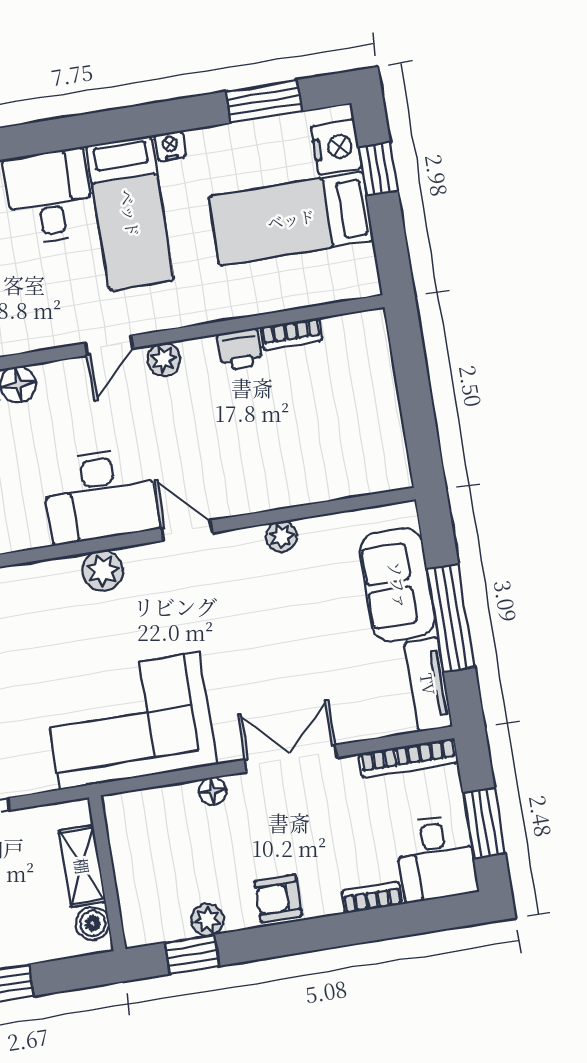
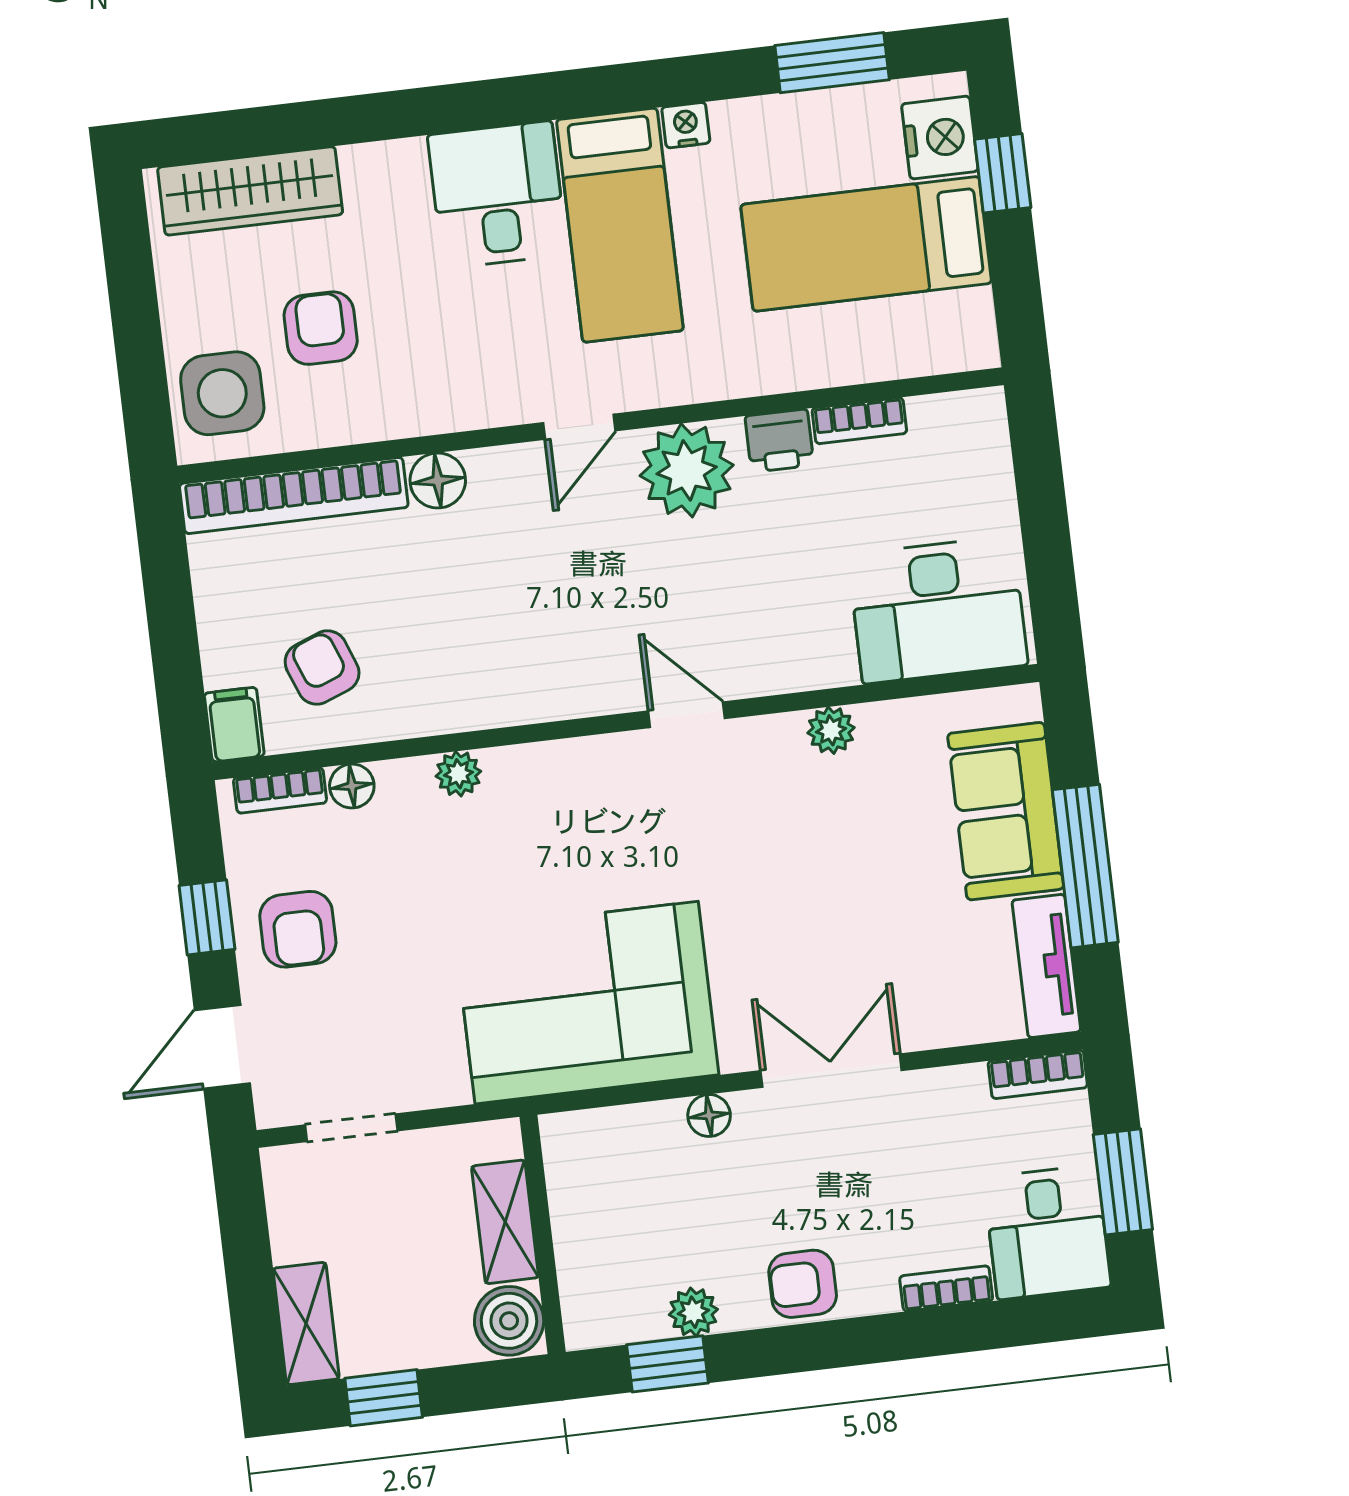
plant: (164, 359) -> (687, 470), width x1.87, depth x1.87
desk: (101, 495) -> (938, 610), moved
plant: (103, 571) -> (458, 774), moved, width x0.73, depth x0.73
bookcase: (408, 758) -> (1038, 1074), width x0.64
boiler: (93, 924) -> (509, 1321), width x1.36, depth x1.36

